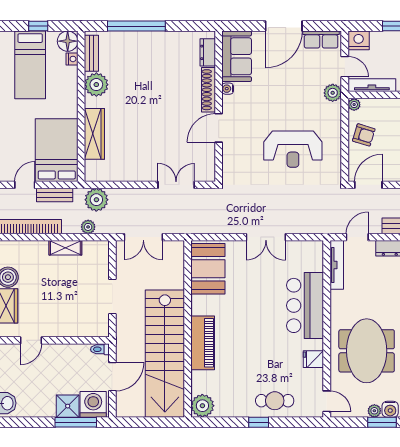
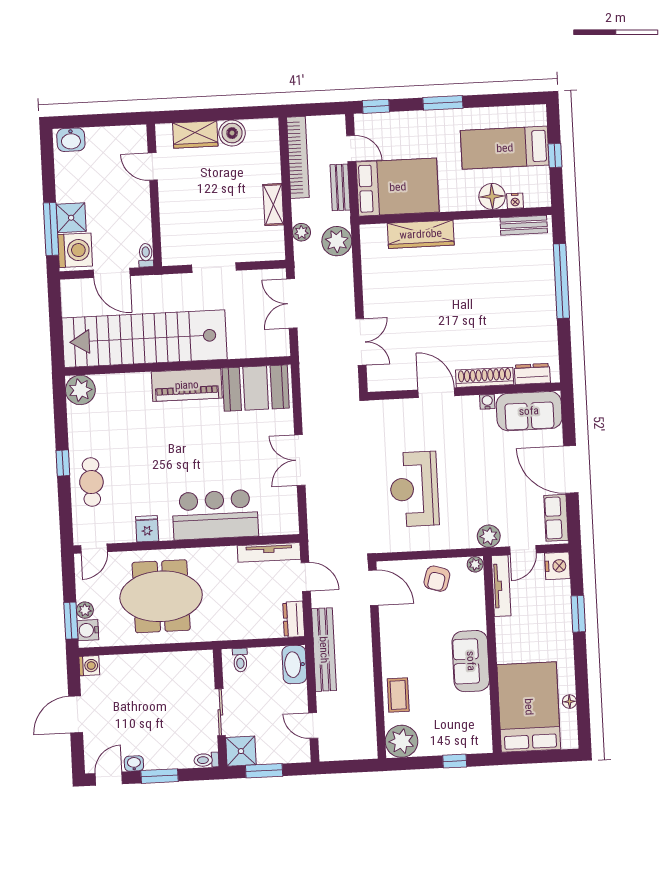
floor lamp: (68, 41) -> (492, 196), moved
plant: (96, 85) -> (484, 234), removed
piano: (203, 343) -> (187, 385), moved

